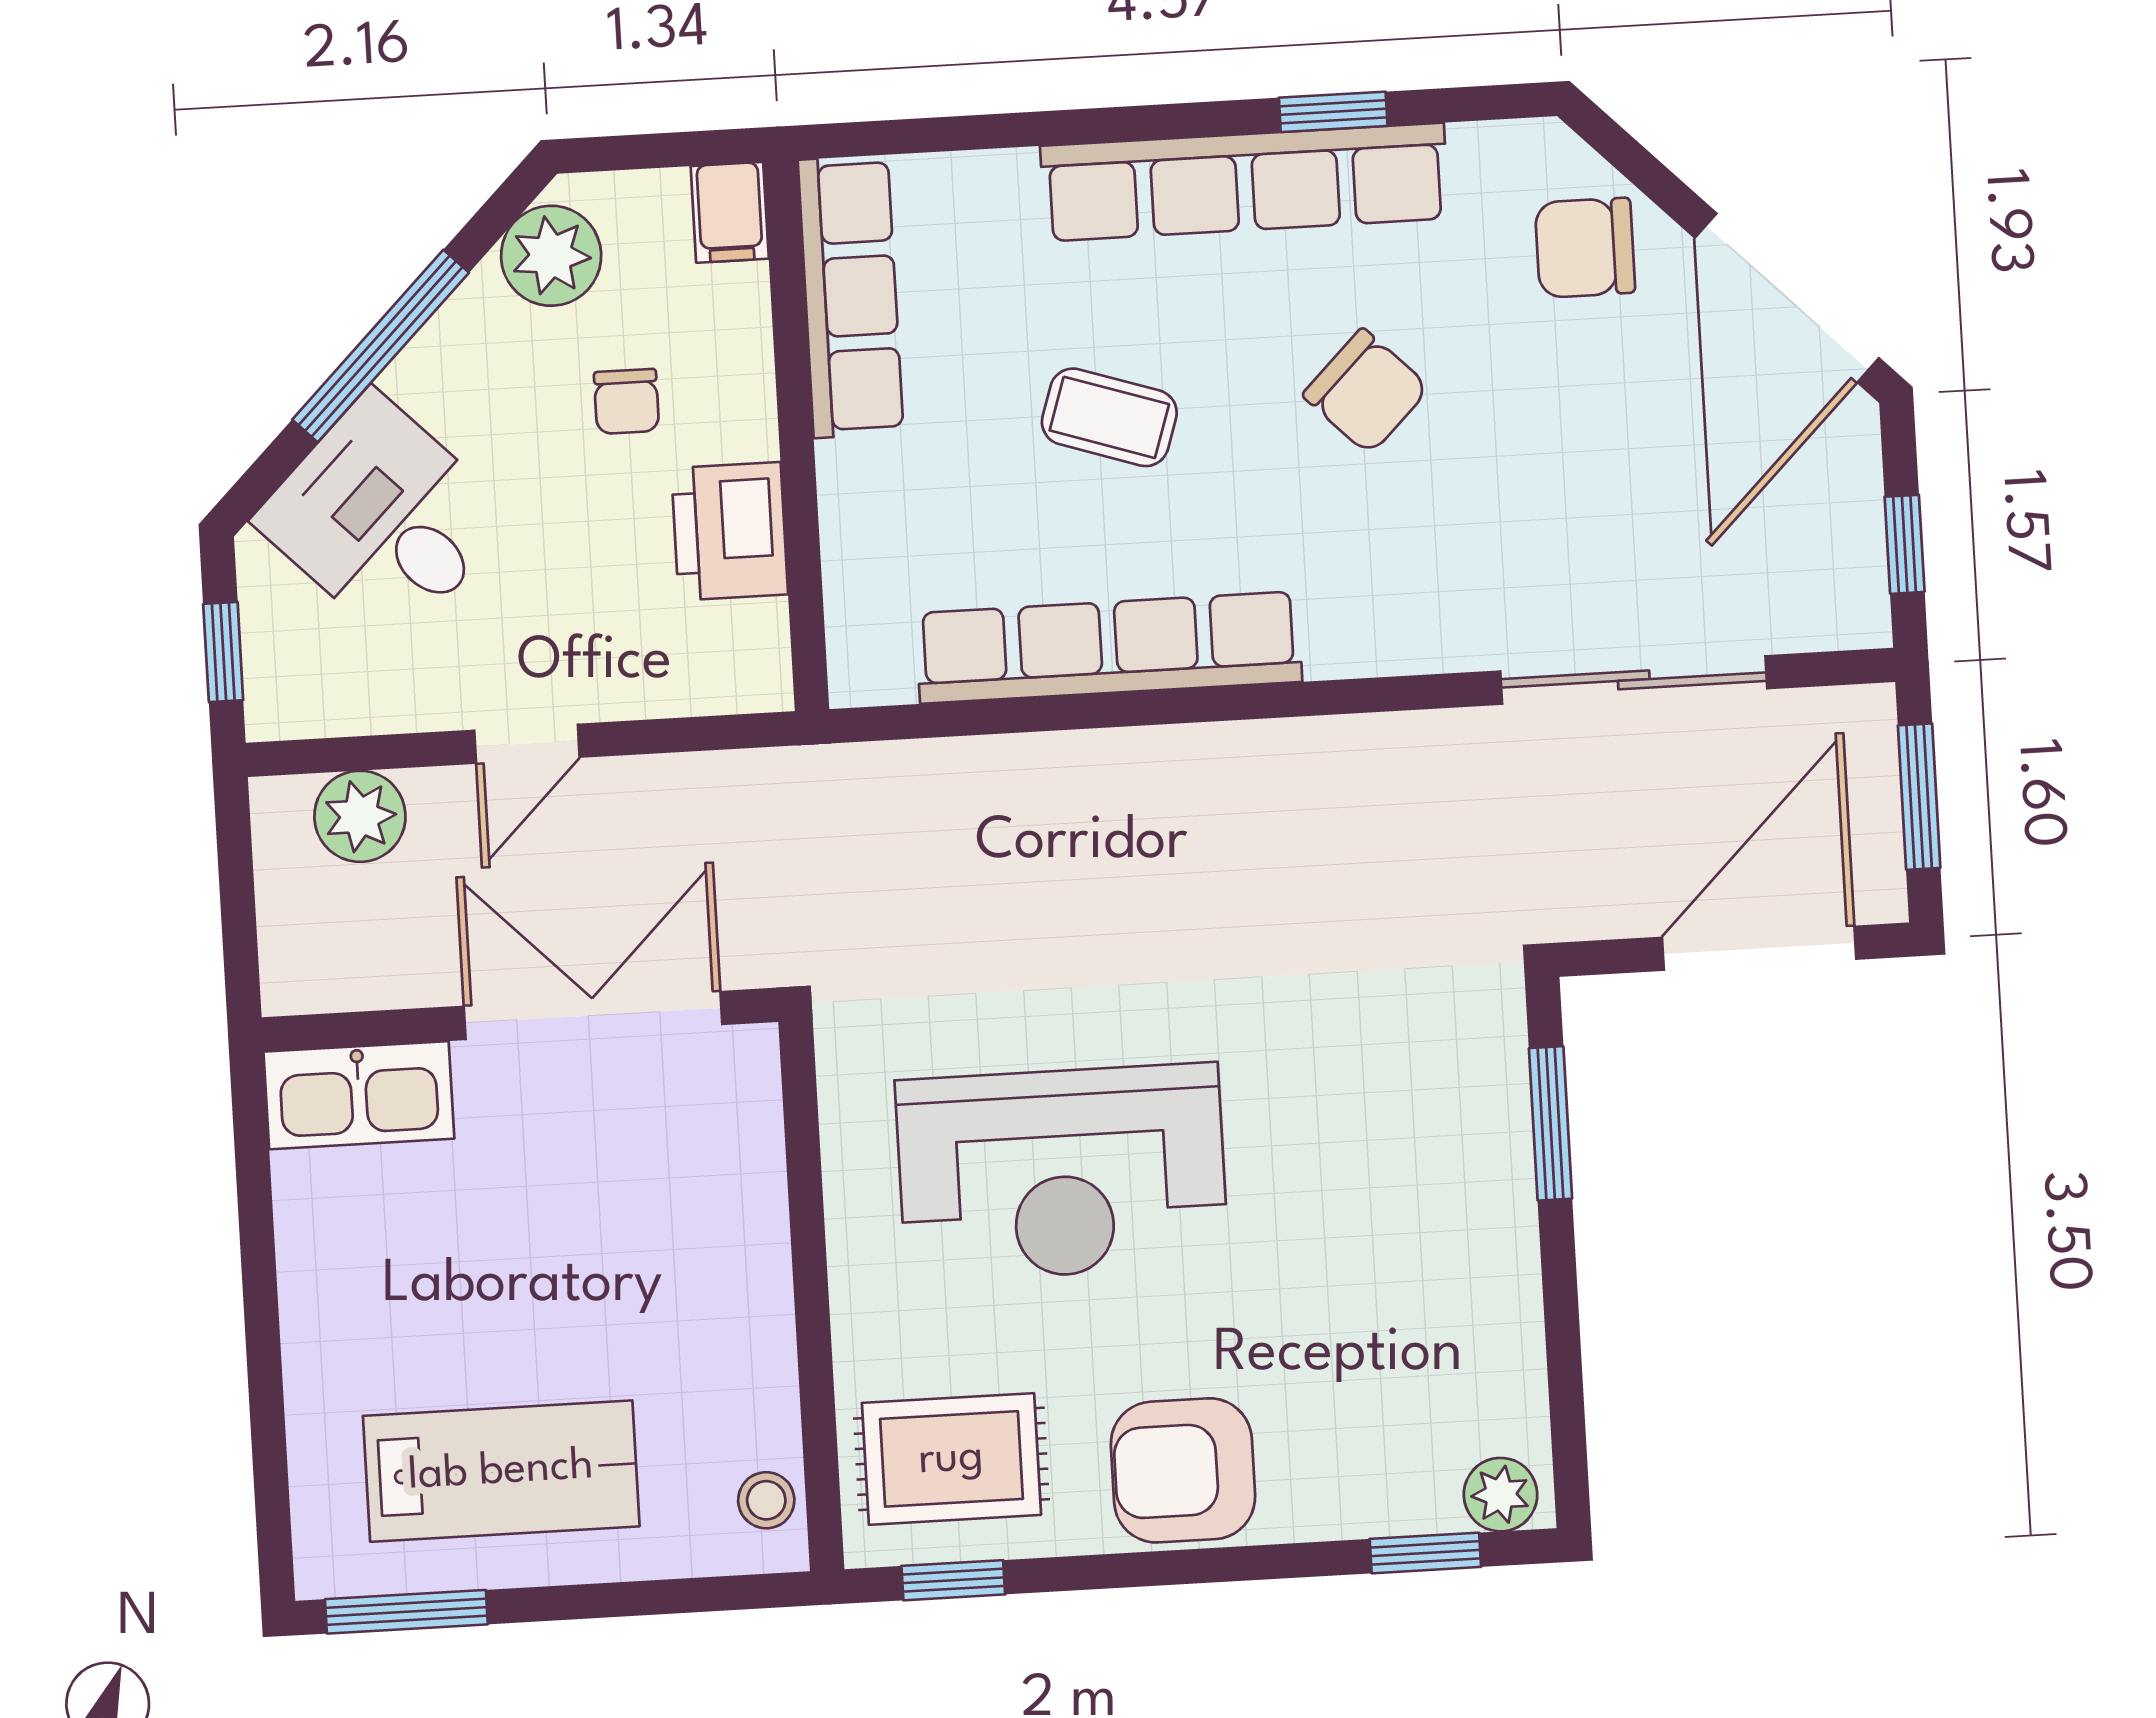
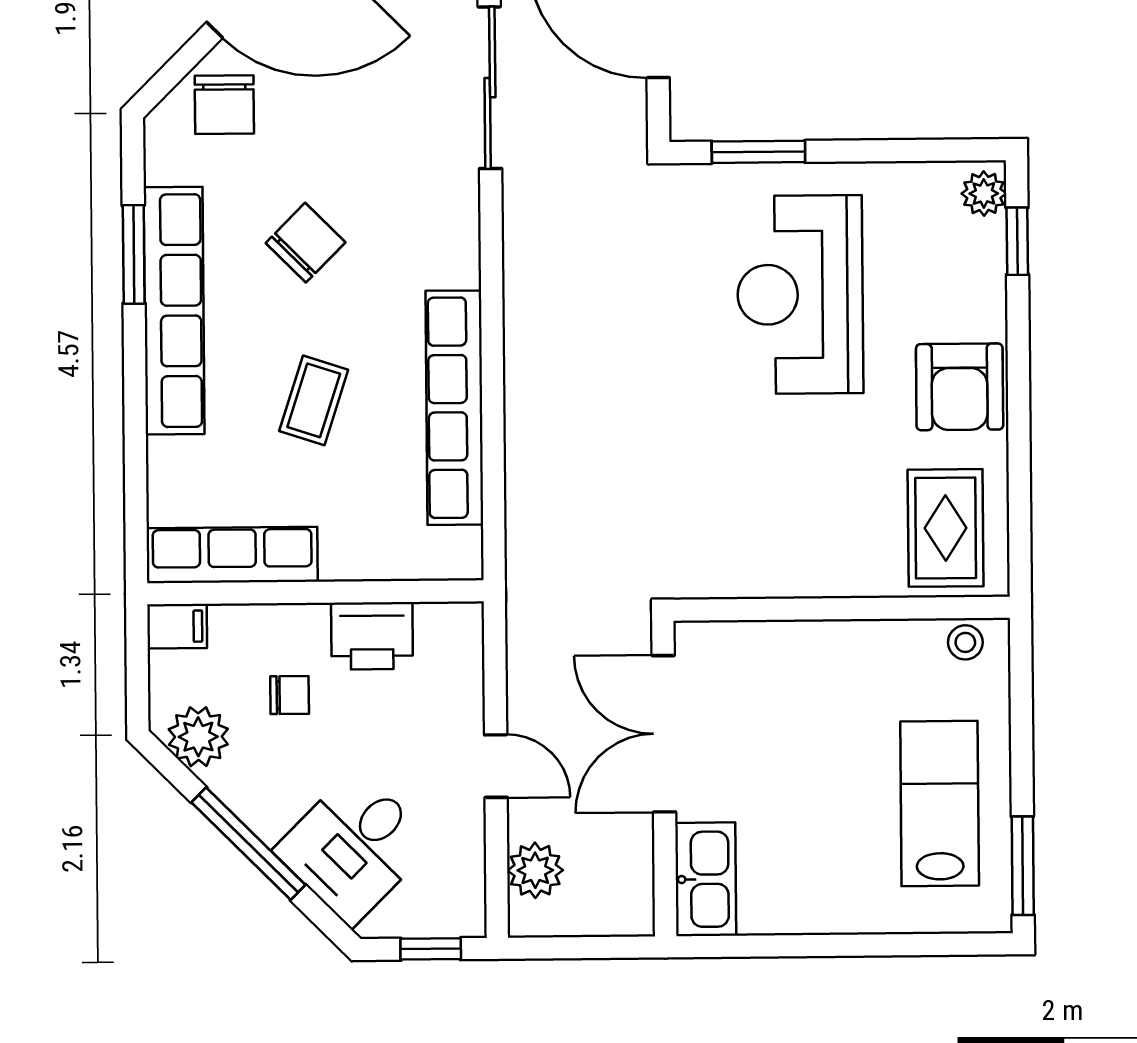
window: (1333, 112) -> (134, 254), width x1.50
reception desk: (1062, 1173) -> (800, 295), moved, turned 180
window: (953, 1580) -> (1020, 531), removed

